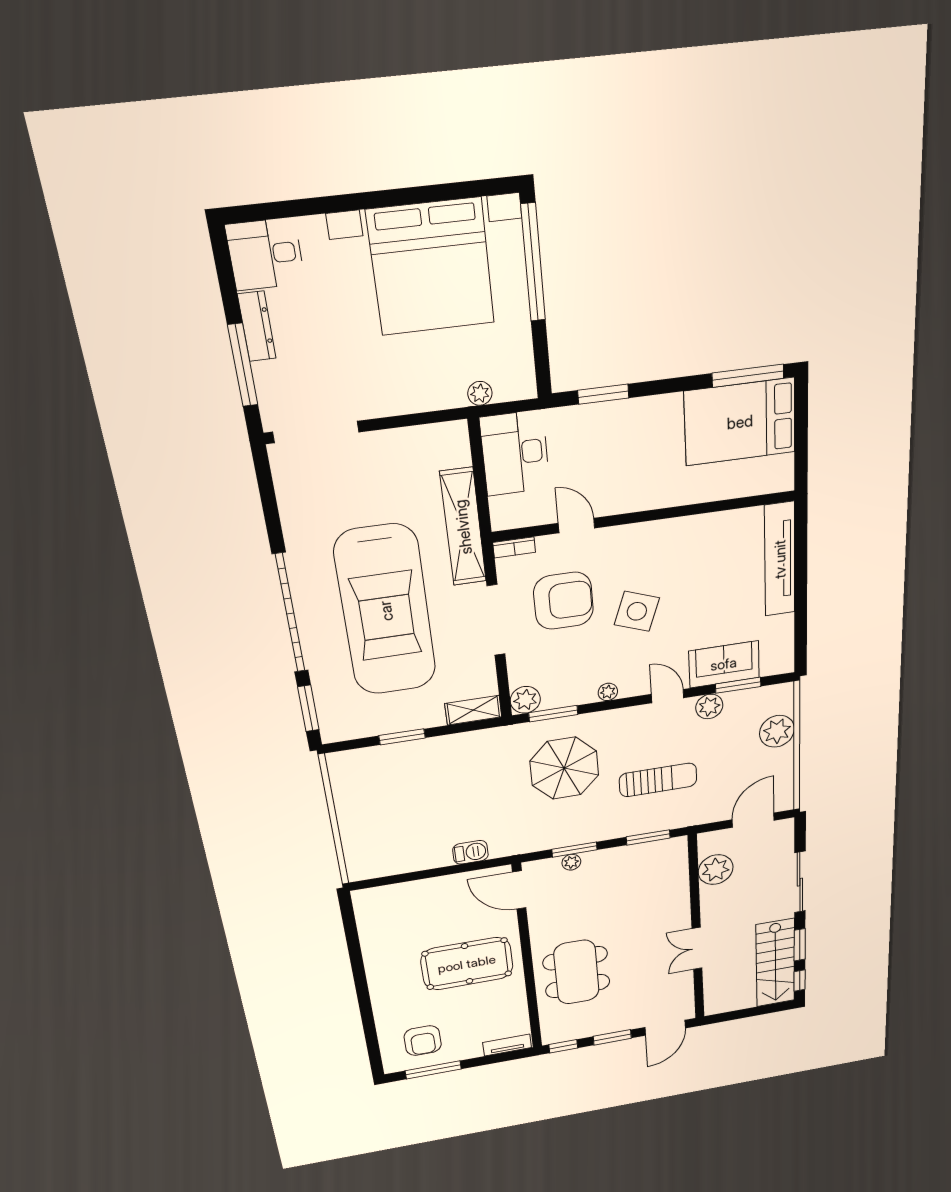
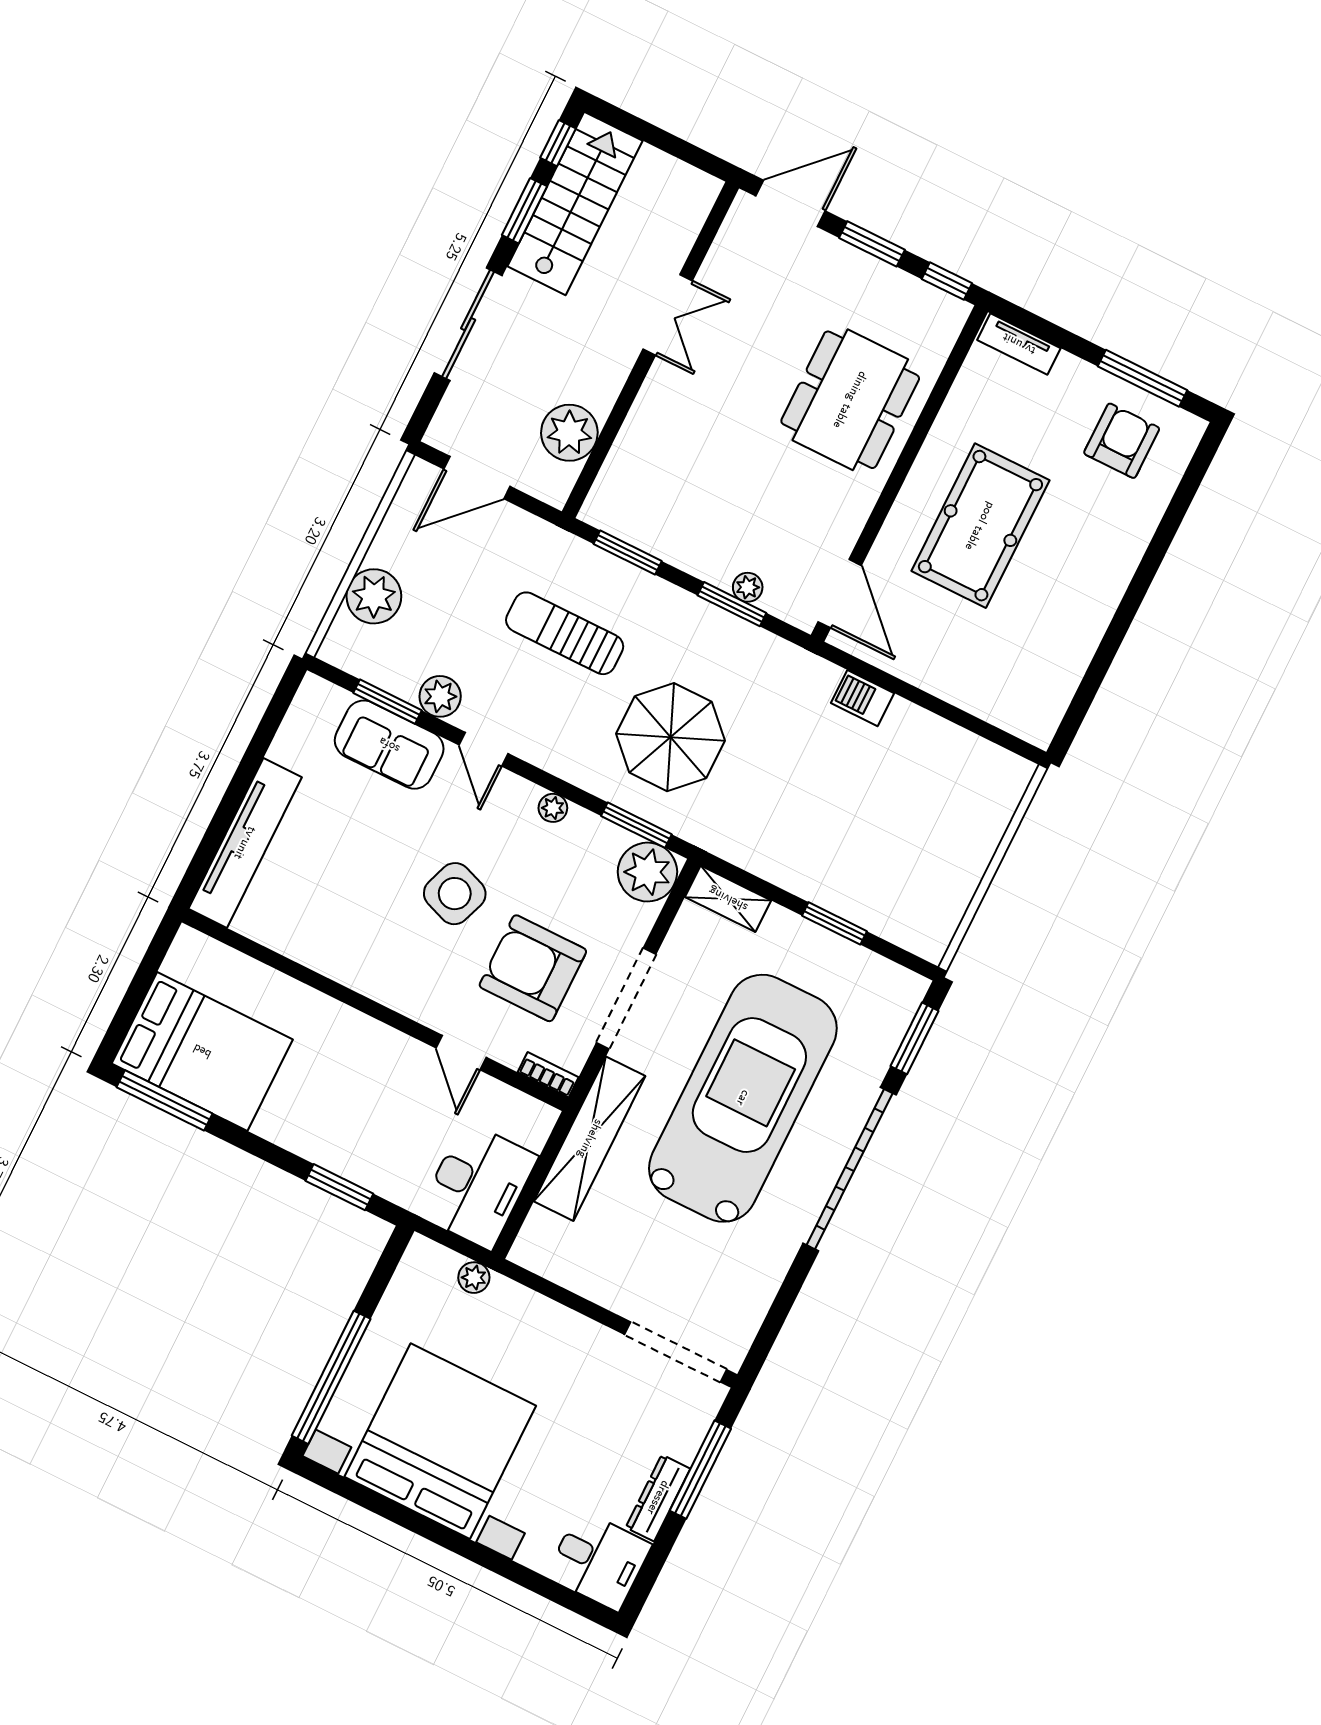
plant: (525, 700) -> (647, 872), width x1.36, depth x1.36
pool table: (467, 964) -> (980, 526), turned 90

